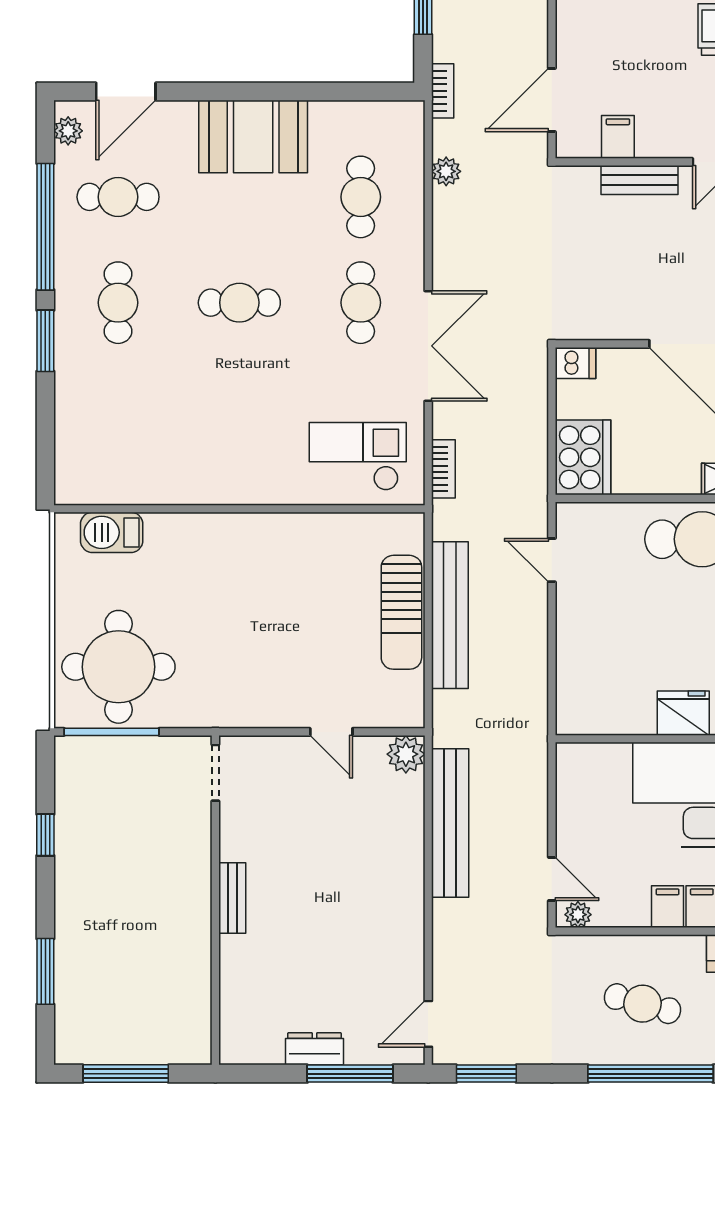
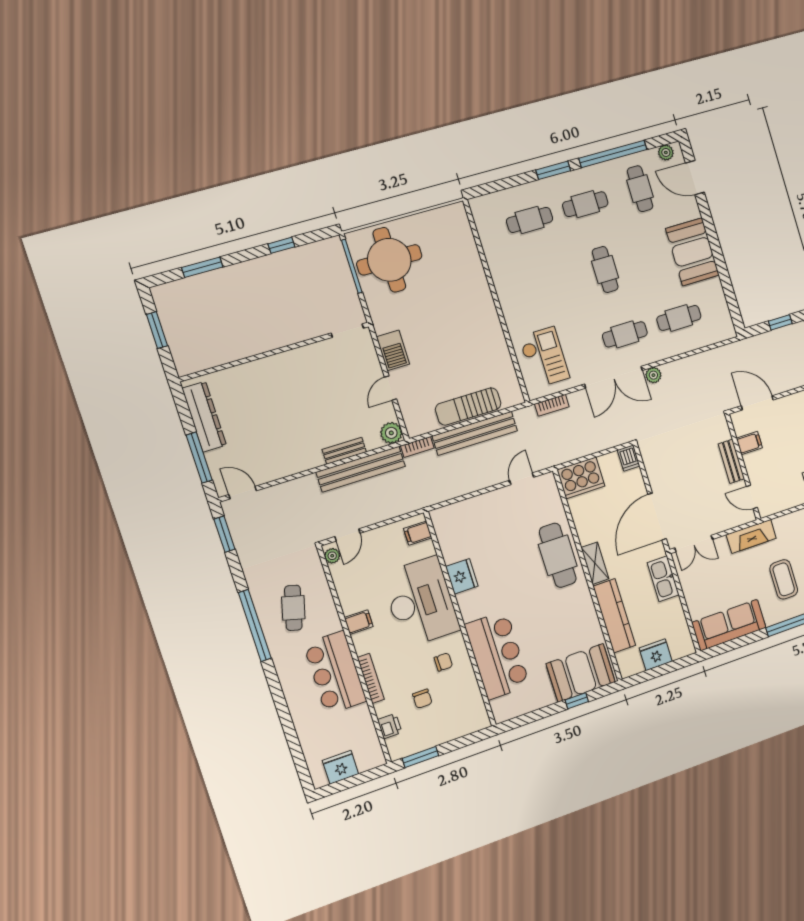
bookcase: (443, 91) -> (417, 447), moved
plant: (446, 171) -> (653, 375), moved
cafe table: (118, 408) -> (530, 220), added
barbecue: (112, 532) -> (393, 350), moved, turned 180
bench: (232, 898) -> (344, 451), moved
filing cabinet: (667, 907) -> (418, 533), moved, turned 180
dresser: (314, 1049) -> (204, 417), width x1.96, depth x1.24
window: (126, 1074) -> (157, 330), width x0.69

